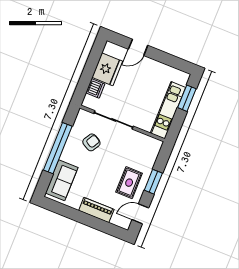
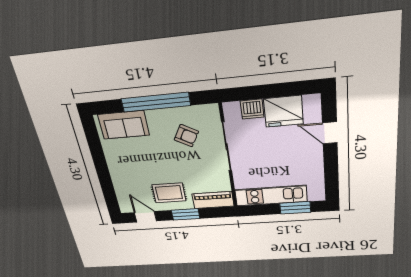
piano: (96, 210) -> (213, 200), moved, turned -90

